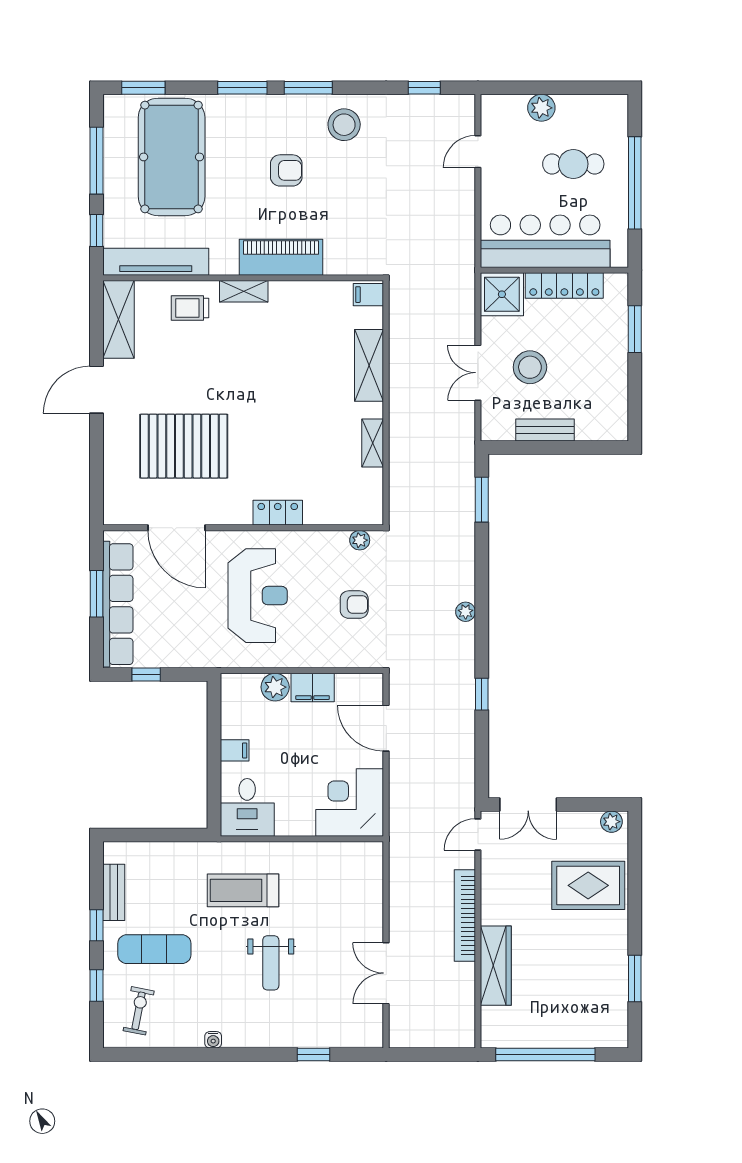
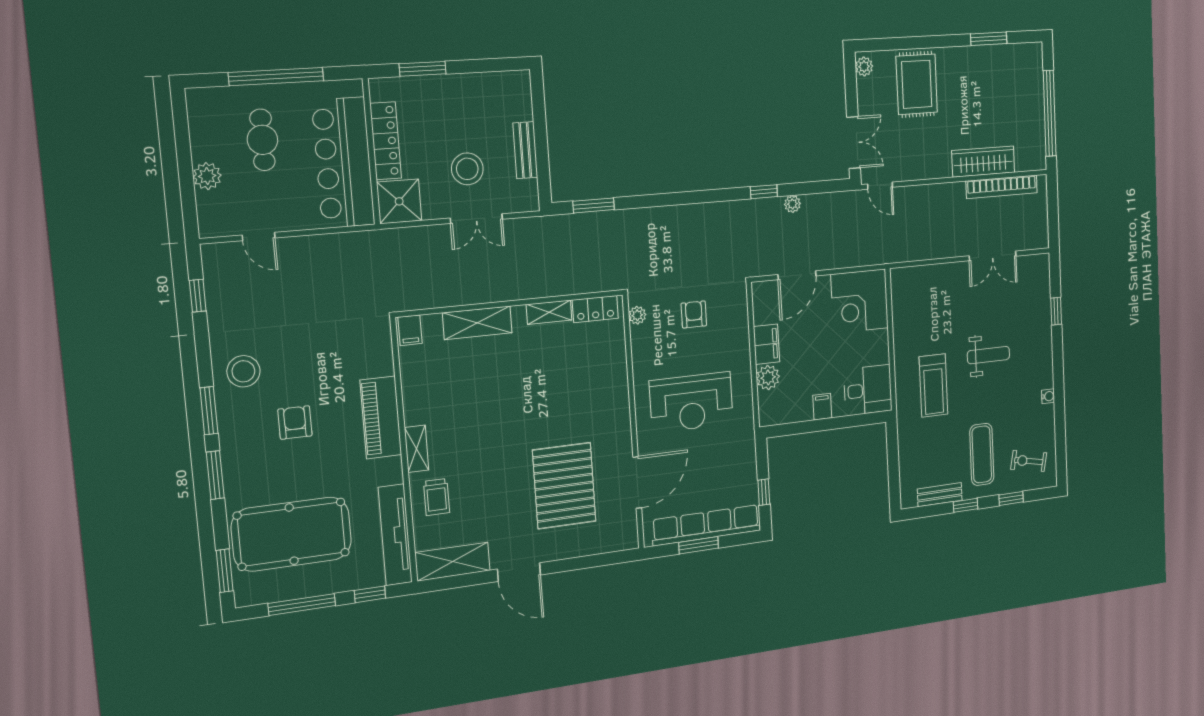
locker: (278, 513) -> (595, 309), moved, turned -90
reception desk: (258, 596) -> (691, 402), turned 180
plant: (466, 612) -> (792, 204), moved
bookcase: (465, 915) -> (1002, 187), moved

